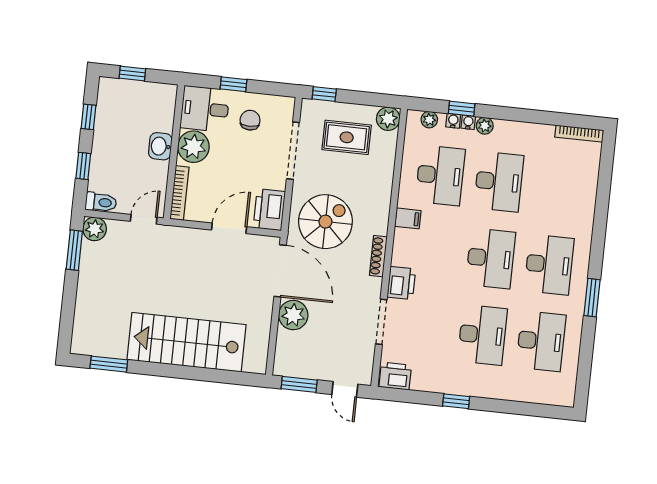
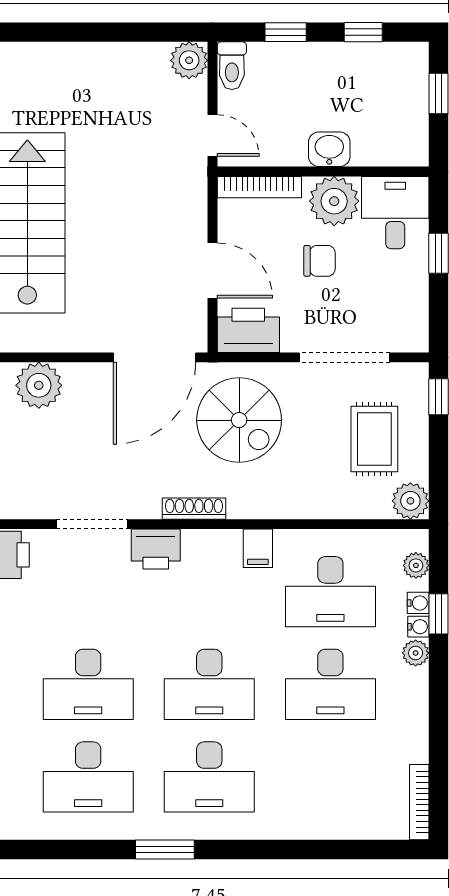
chair: (250, 120) -> (320, 261), moved
window: (74, 250) -> (153, 32), removed
plant: (293, 315) -> (39, 385), moved

